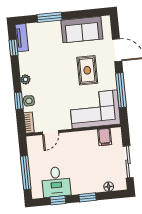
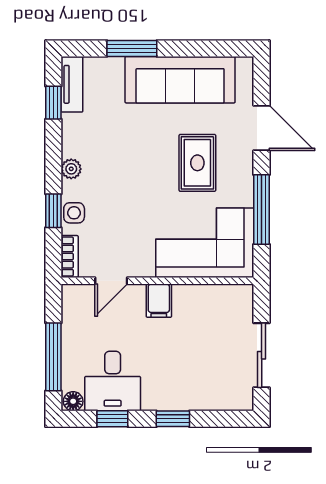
sofa: (82, 30) -> (180, 80), width x1.36
filing cabinet: (105, 137) -> (159, 301), moved
floor lamp: (109, 187) -> (73, 401), moved

